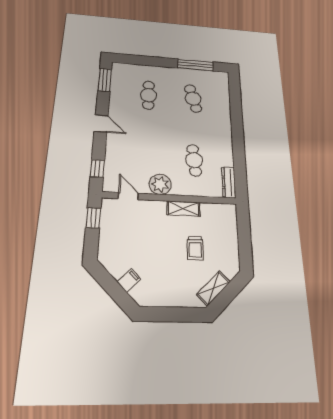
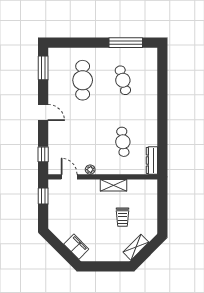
cafe table: (149, 95) -> (83, 80), width x1.37, depth x1.35
plant: (160, 184) -> (90, 170), width x0.53, depth x0.53
filing cabinet: (129, 280) -> (76, 247), width x2.00

